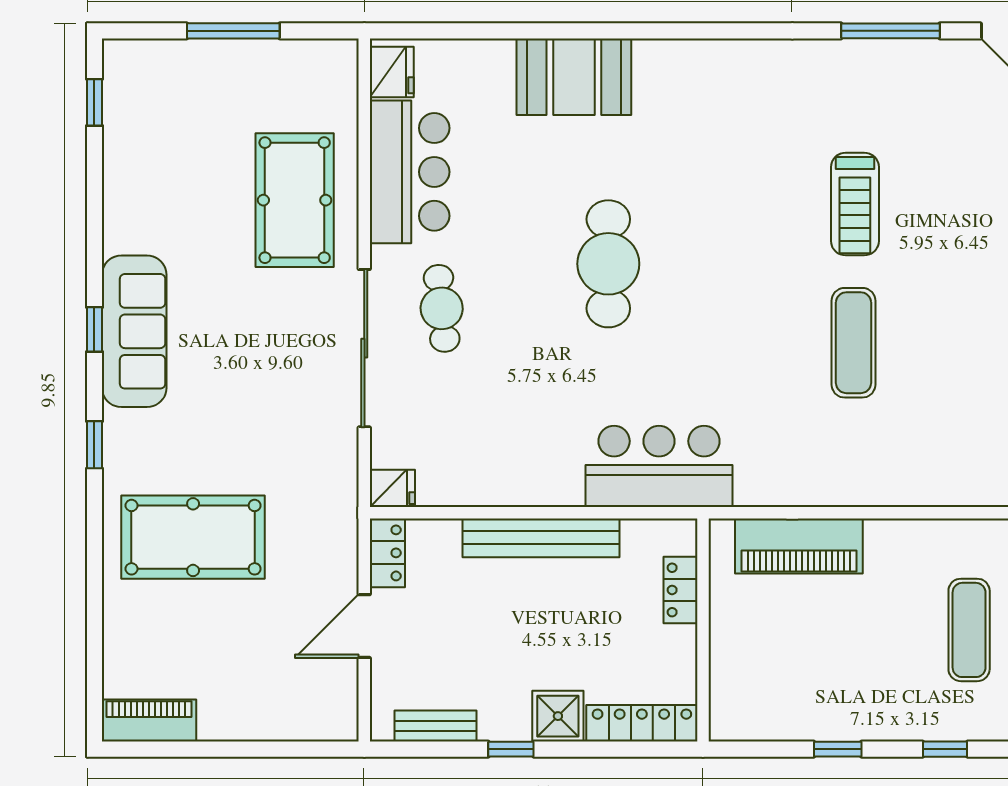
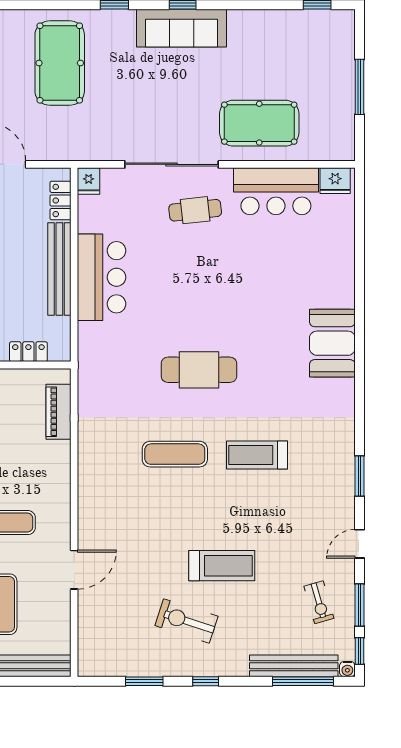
window: (890, 31) -> (359, 476), width x0.69
booth: (574, 77) -> (332, 343), moved
cafe table: (608, 264) -> (199, 370), moved
bar counter: (659, 466) -> (102, 277), moved
piano: (799, 546) -> (58, 412), width x0.73, depth x0.75
locker: (387, 553) -> (60, 200), moved, turned 90

